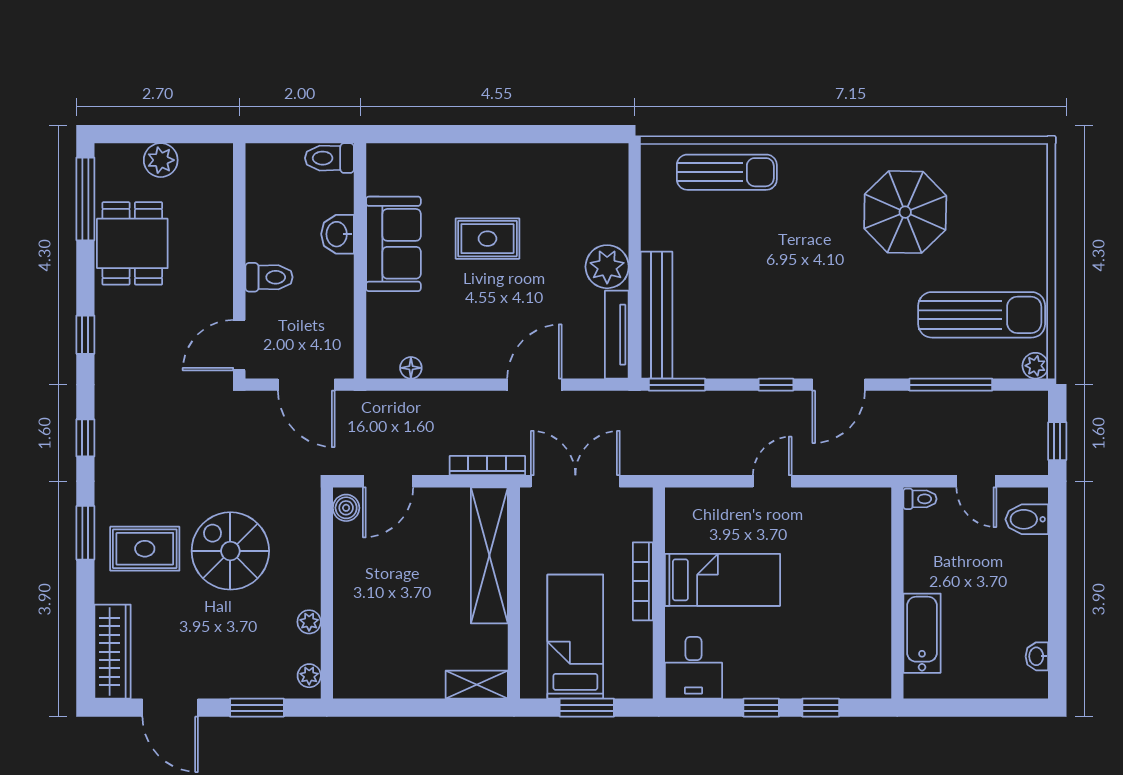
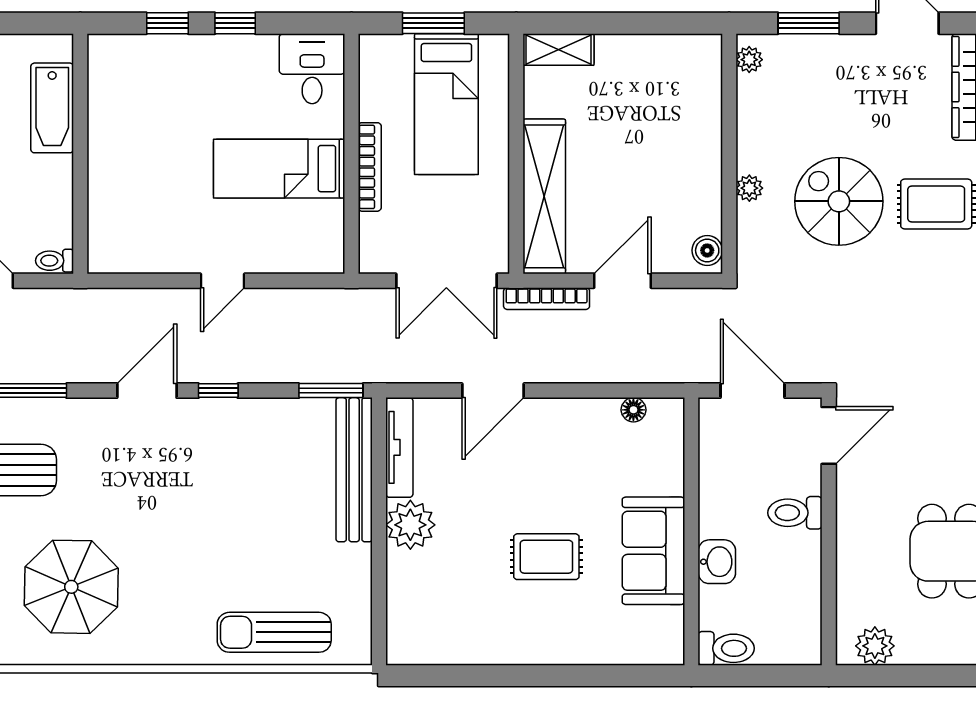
plant: (161, 160) -> (875, 646), moved
door: (388, 481) -> (622, 281), moved
spiral stairs: (230, 551) -> (839, 201), turned 180
plant: (309, 622) -> (749, 188), moved

